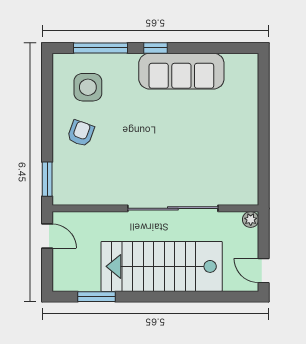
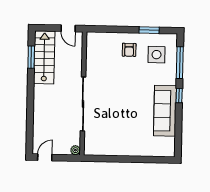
armchair: (81, 133) -> (129, 50), turned 70
window: (47, 179) -> (149, 30), moved
door: (47, 236) -> (68, 28), hinge flipped
stairs: (162, 266) -> (44, 57), moved, width x0.73, depth x0.66

